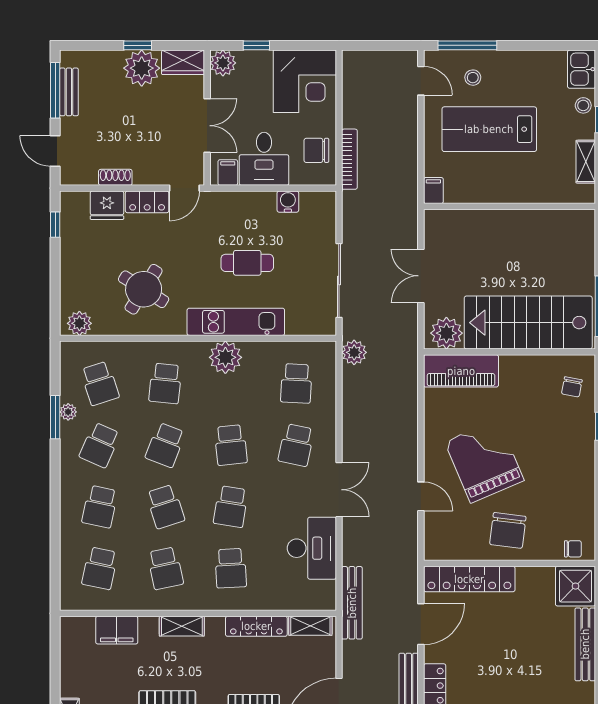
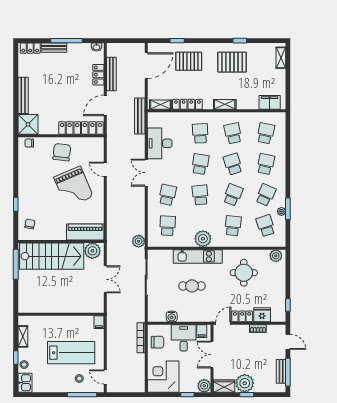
round table: (144, 289) -> (244, 273), turned -32
filing cabinet: (117, 630) -> (270, 102), moved

